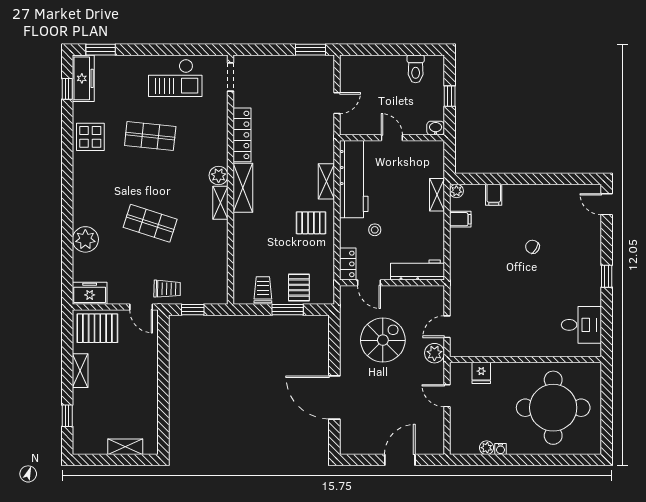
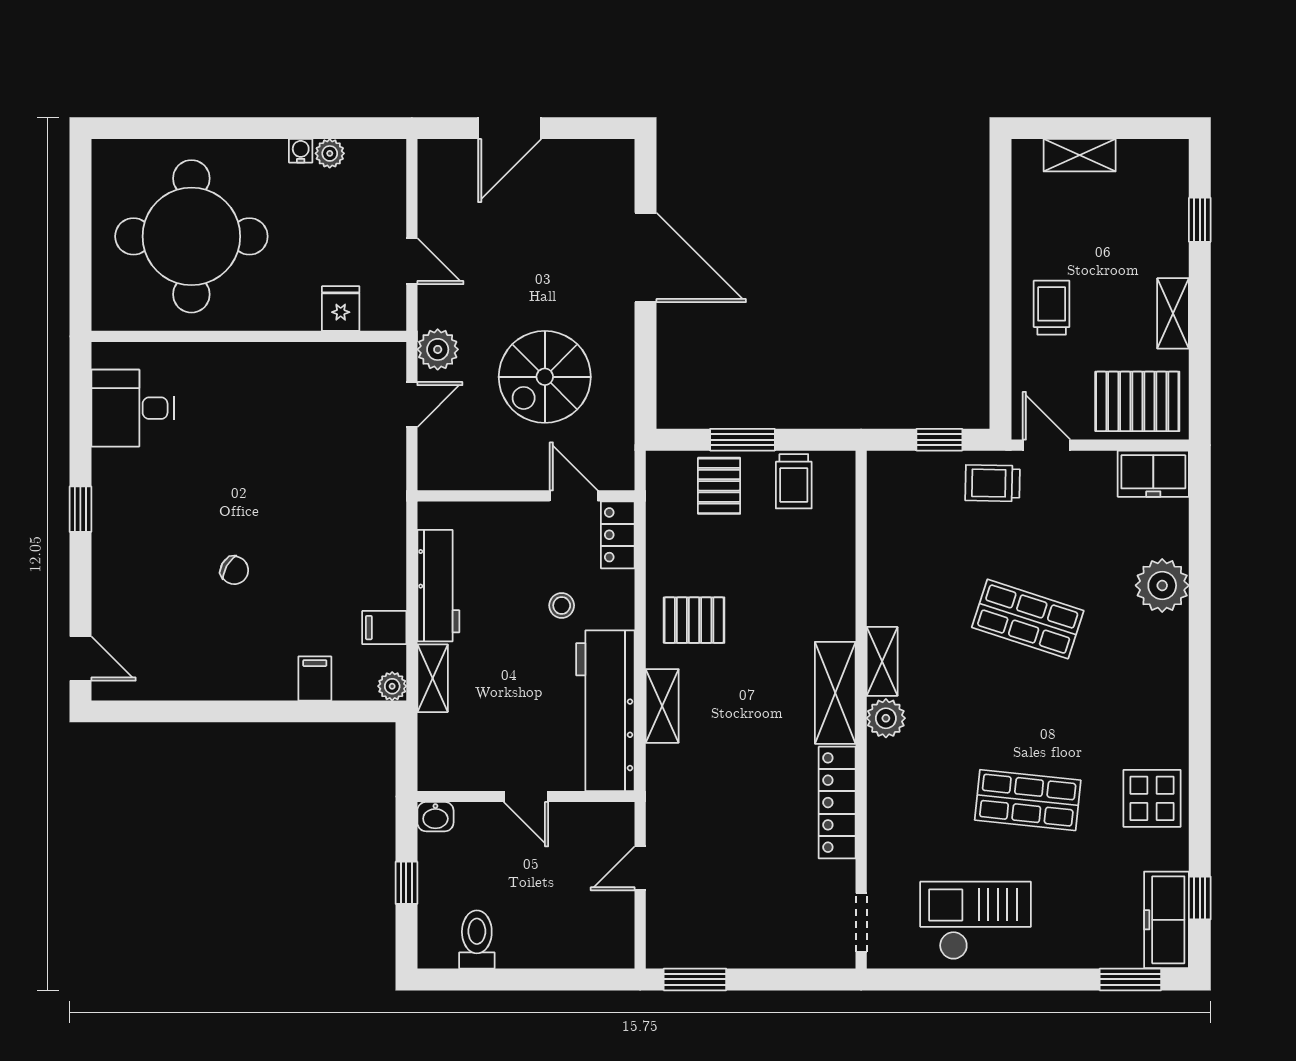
workbench: (417, 270) -> (438, 586), moved, turned -90
trolley: (139, 373) -> (1052, 308), added

